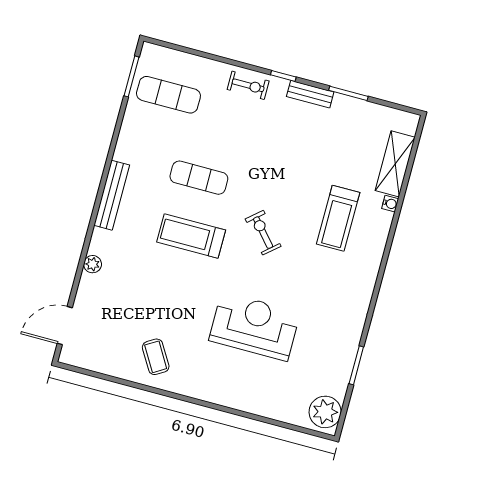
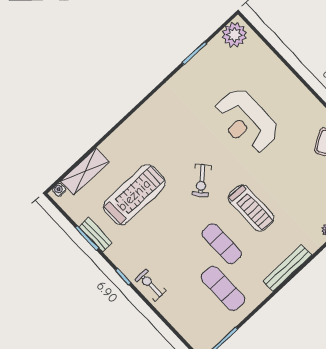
bench: (310, 94) -> (95, 235), moved
exercise mat: (168, 95) -> (223, 288), moved
water cooler: (390, 204) -> (59, 190), moved
treadmill: (338, 218) -> (134, 195), moved, width x1.37, depth x1.38

